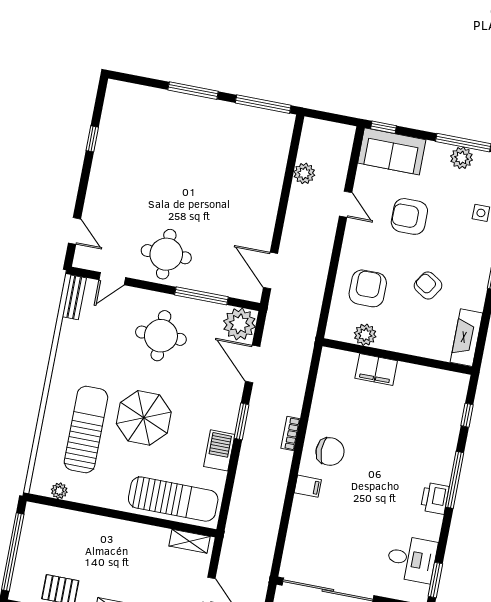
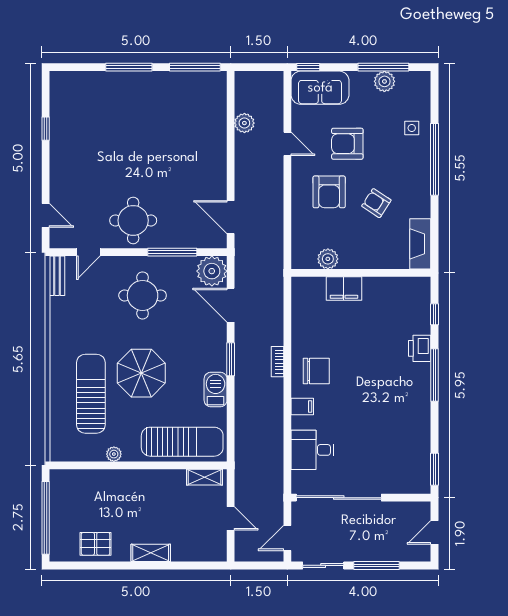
armchair: (368, 288) -> (329, 192), moved, turned 180
plant: (59, 491) -> (114, 454), moved
printer: (435, 498) -> (420, 348), moved
desk: (412, 559) -> (312, 450), moved, turned 180

